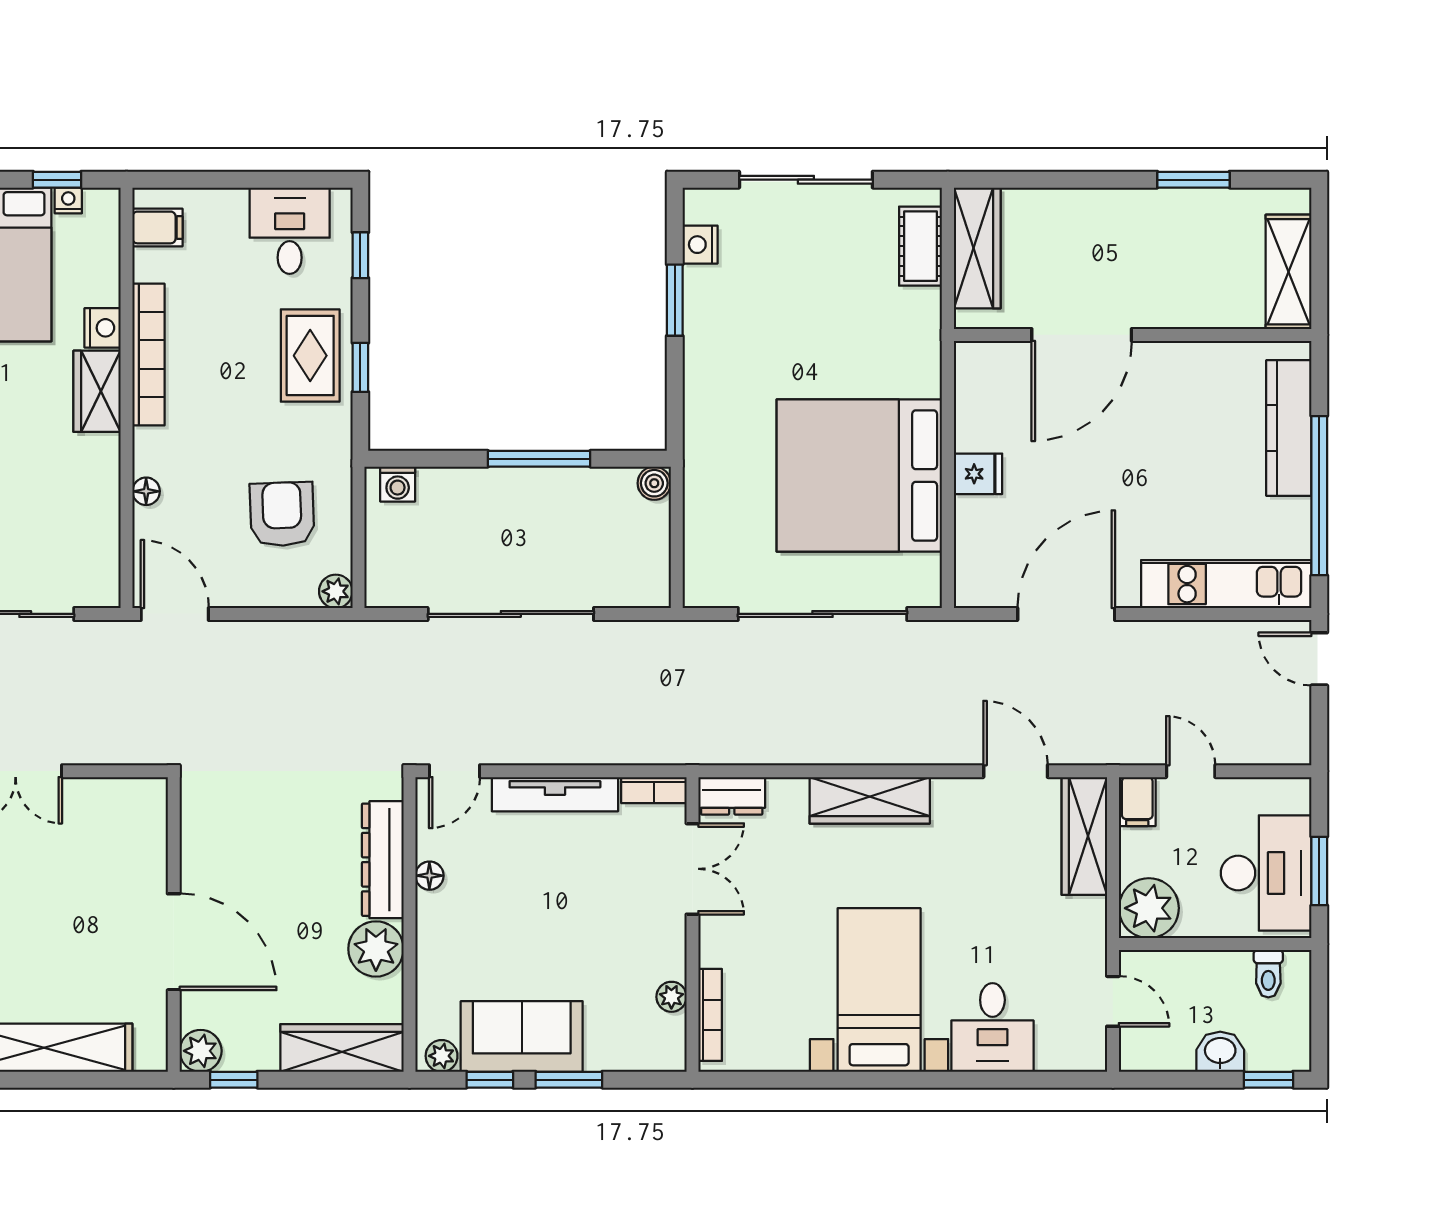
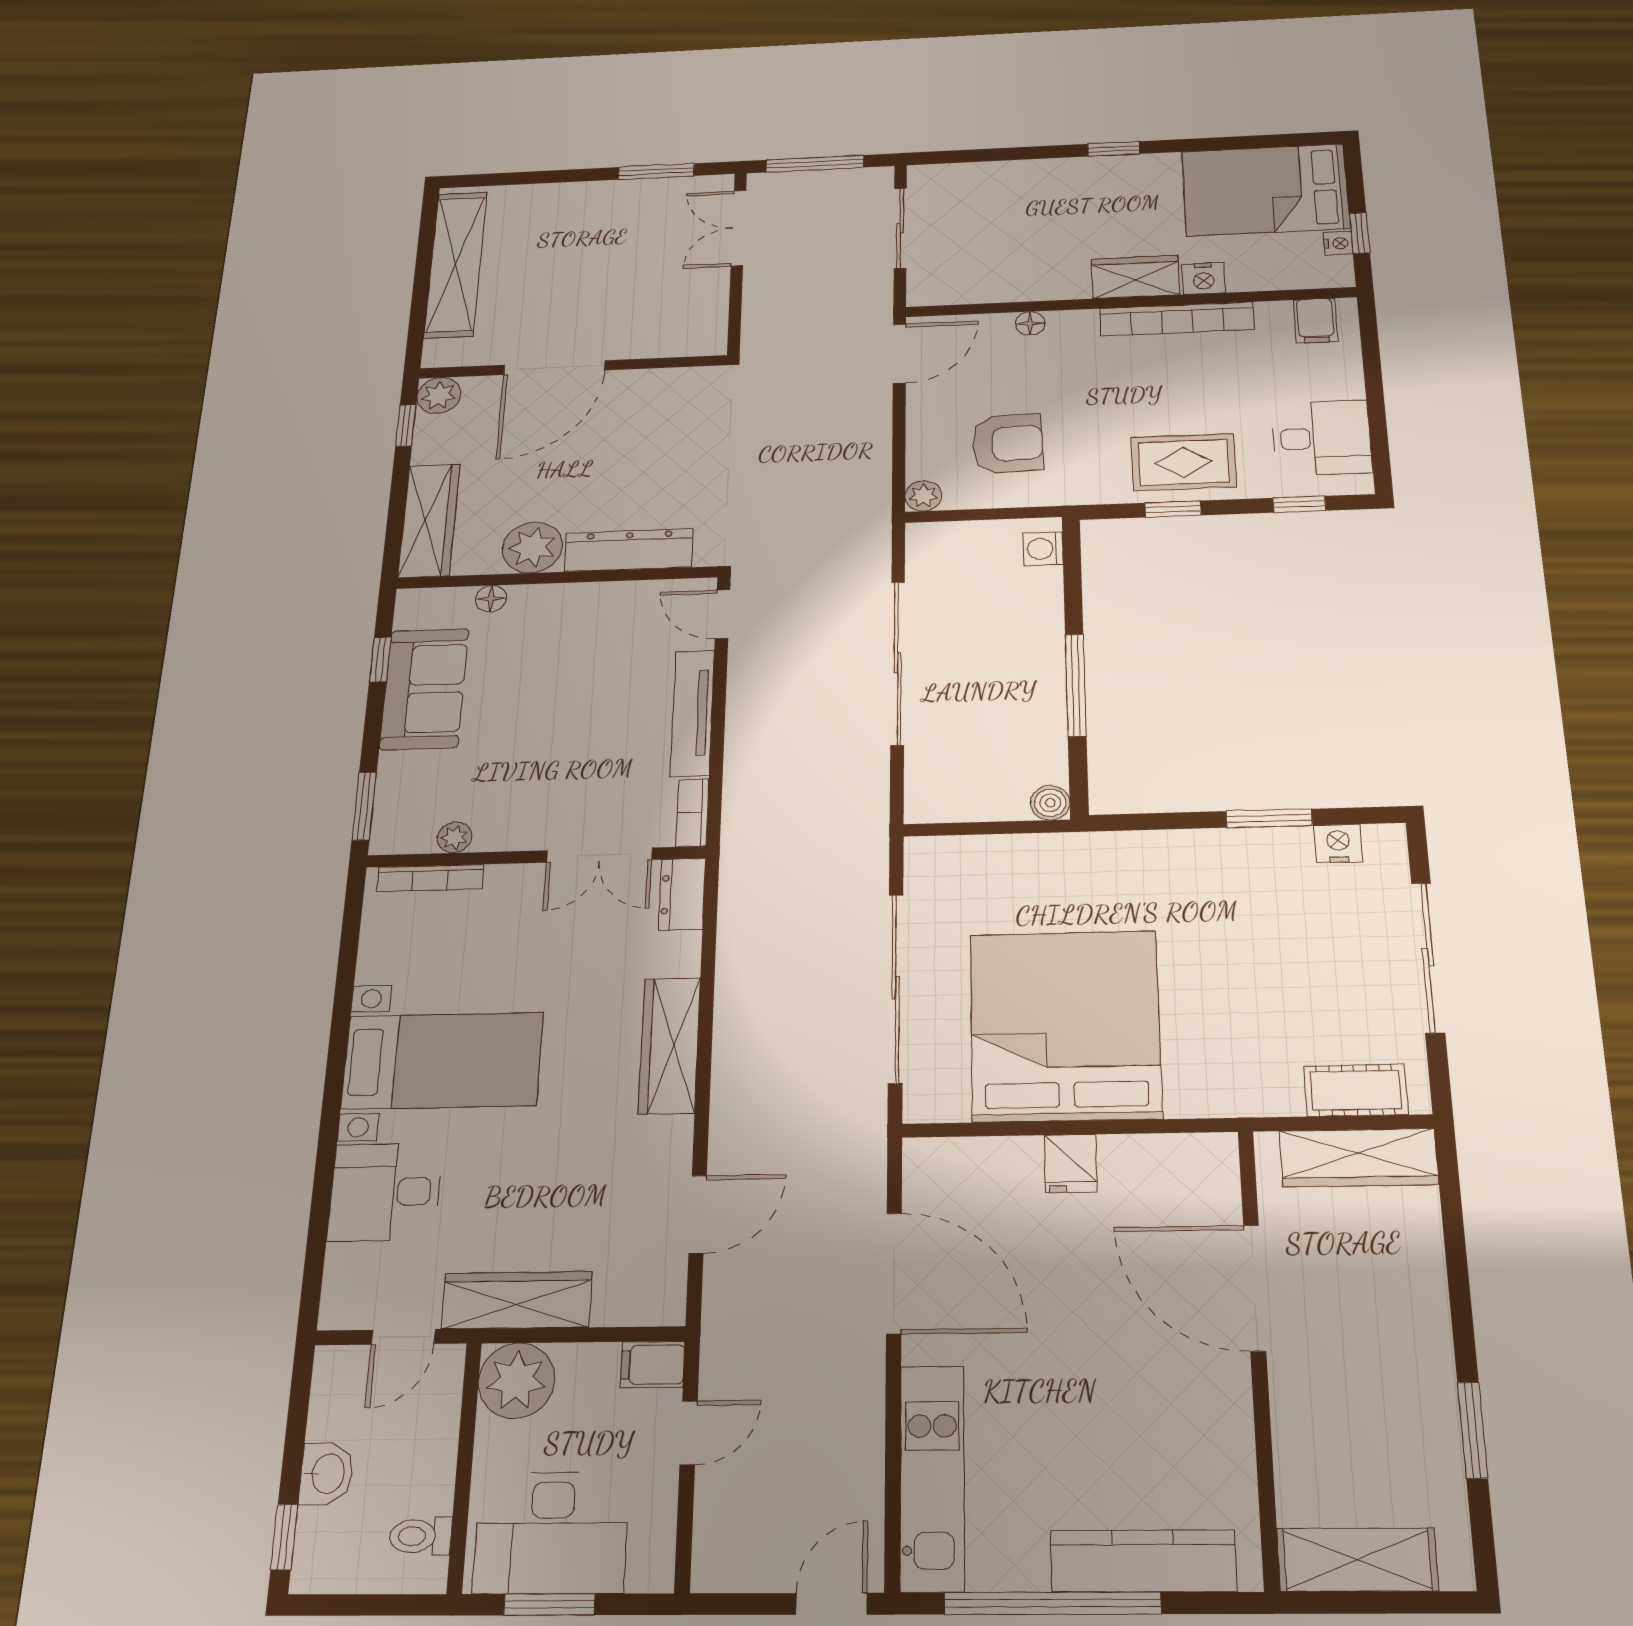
wardrobe: (1084, 836) -> (517, 1300), moved
floor lamp: (429, 876) -> (491, 599), moved
plant: (442, 1056) -> (411, 613), removed
window: (569, 1080) -> (364, 806), moved

